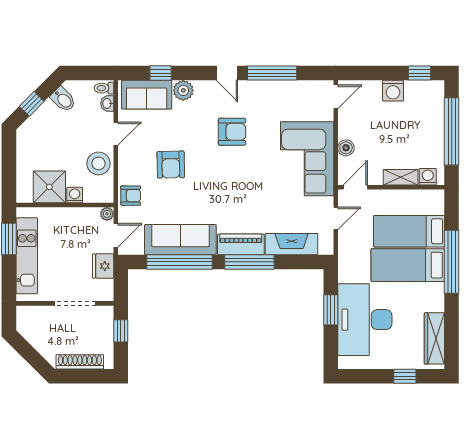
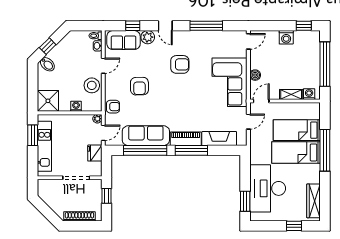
door: (227, 73) -> (165, 26), moved
bidet: (63, 99) -> (47, 64), moved
shower: (49, 187) -> (48, 101), moved
window: (331, 310) -> (245, 201), moved

